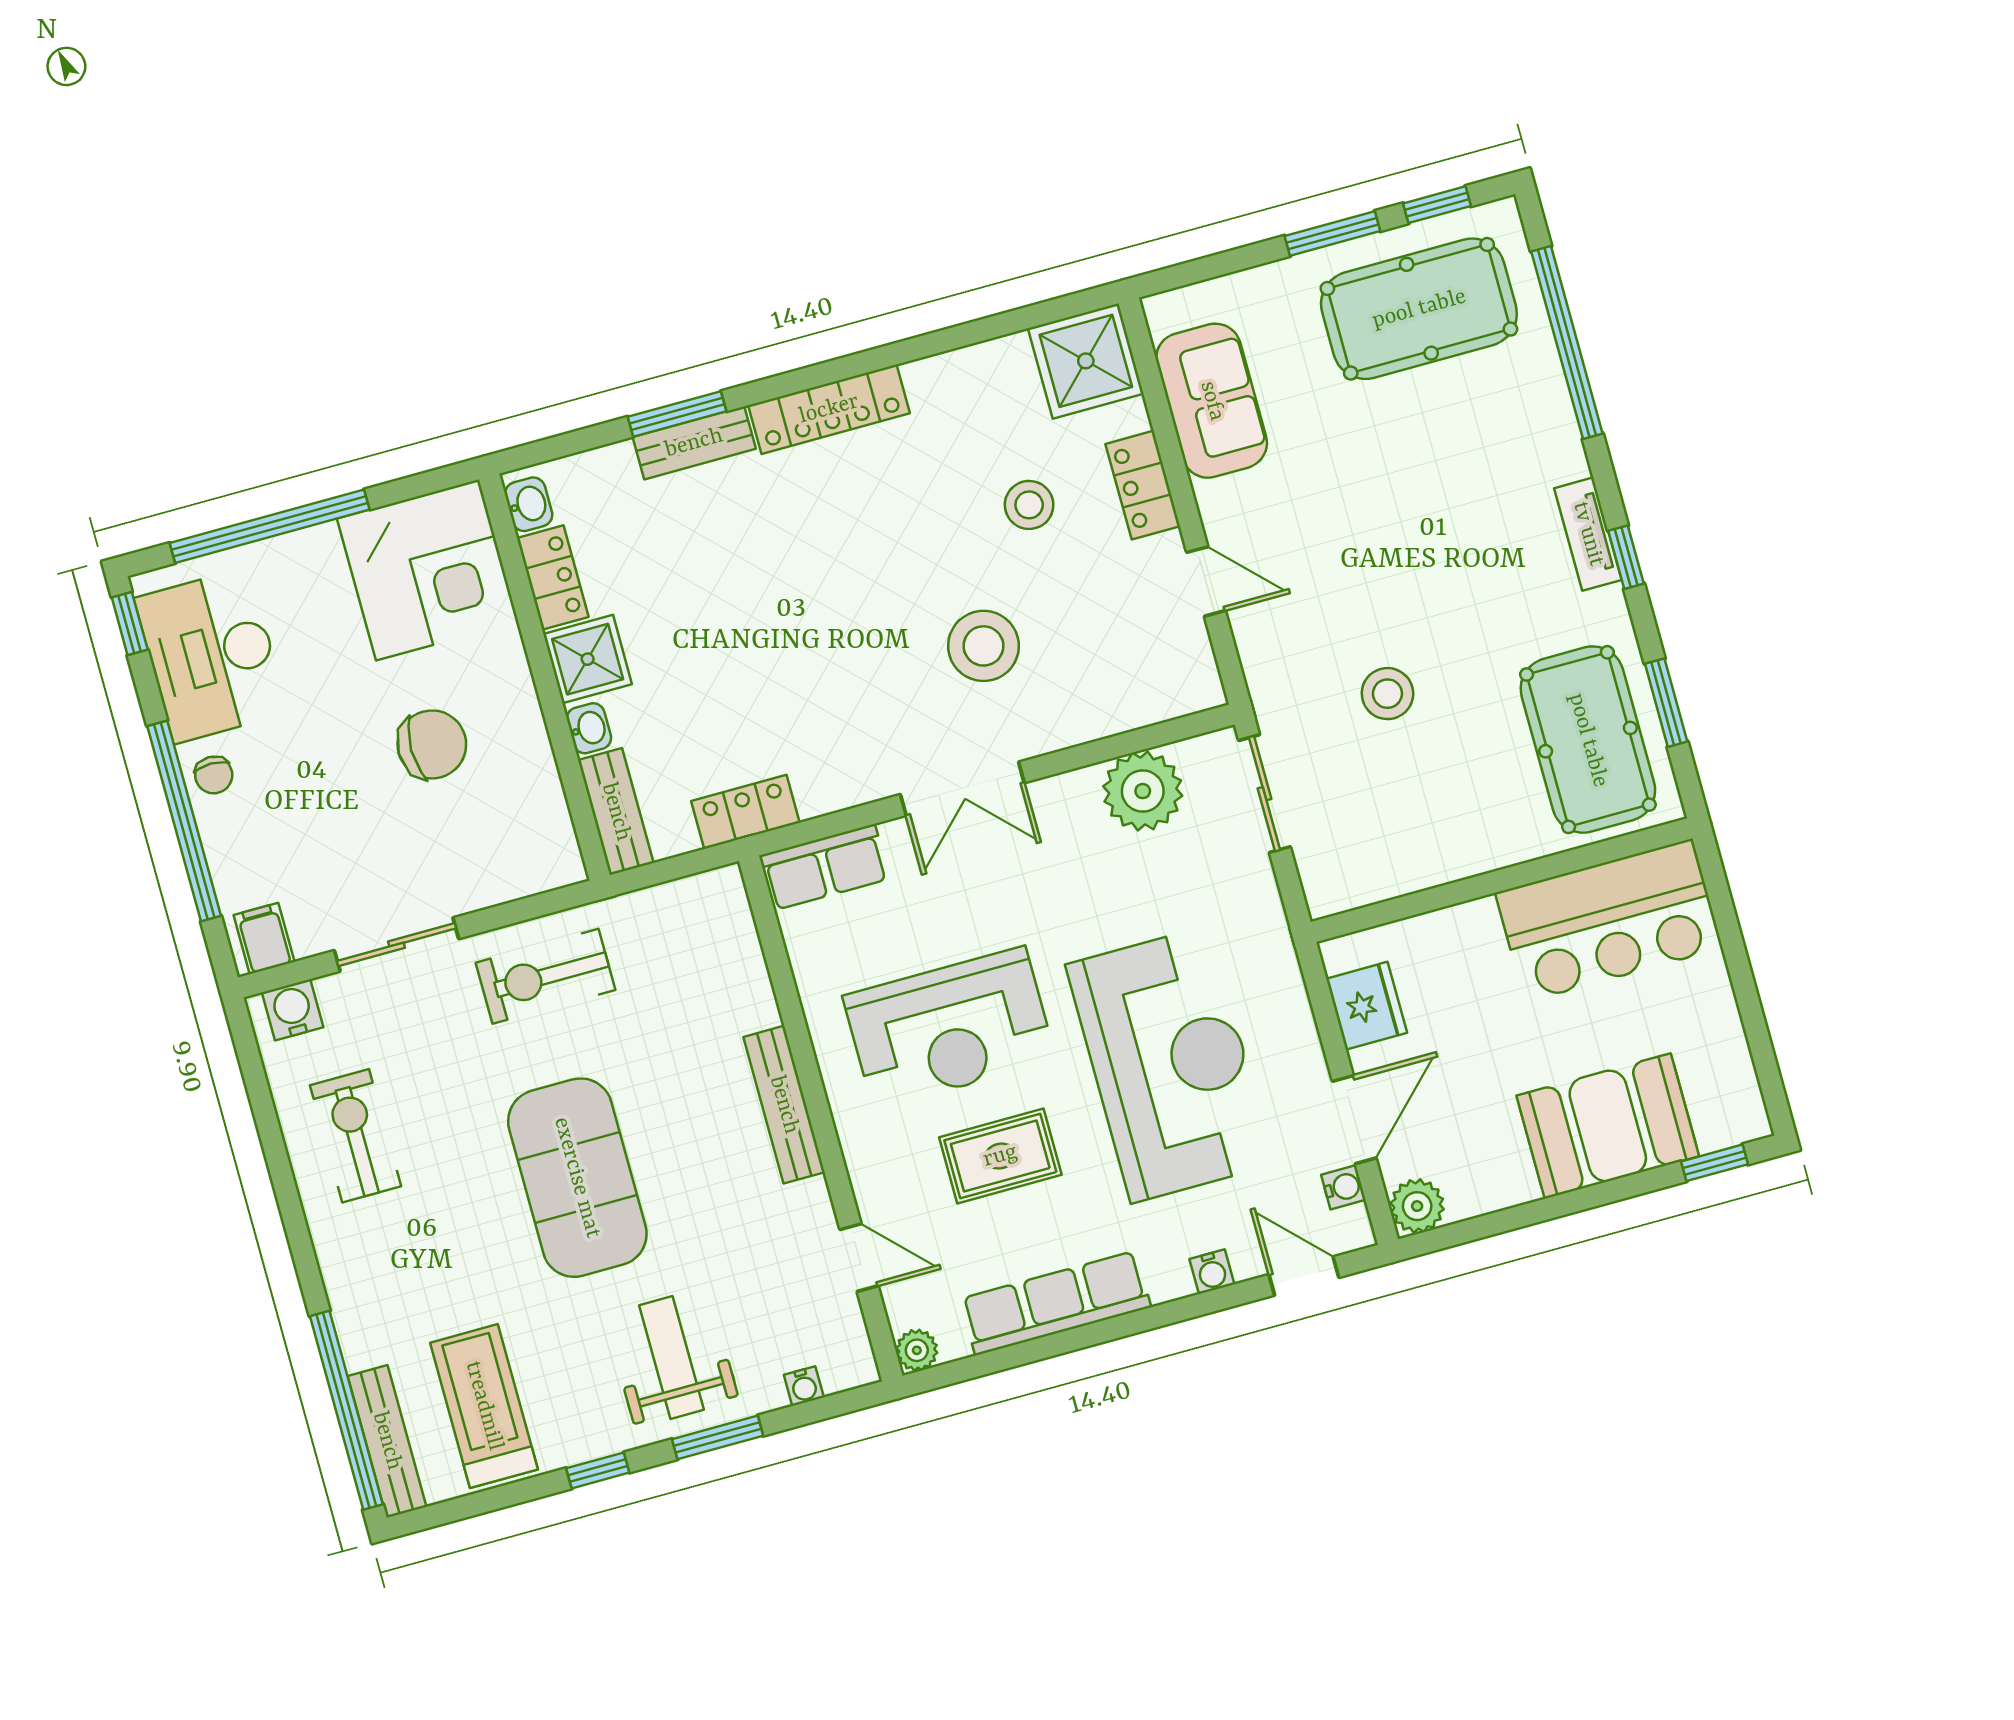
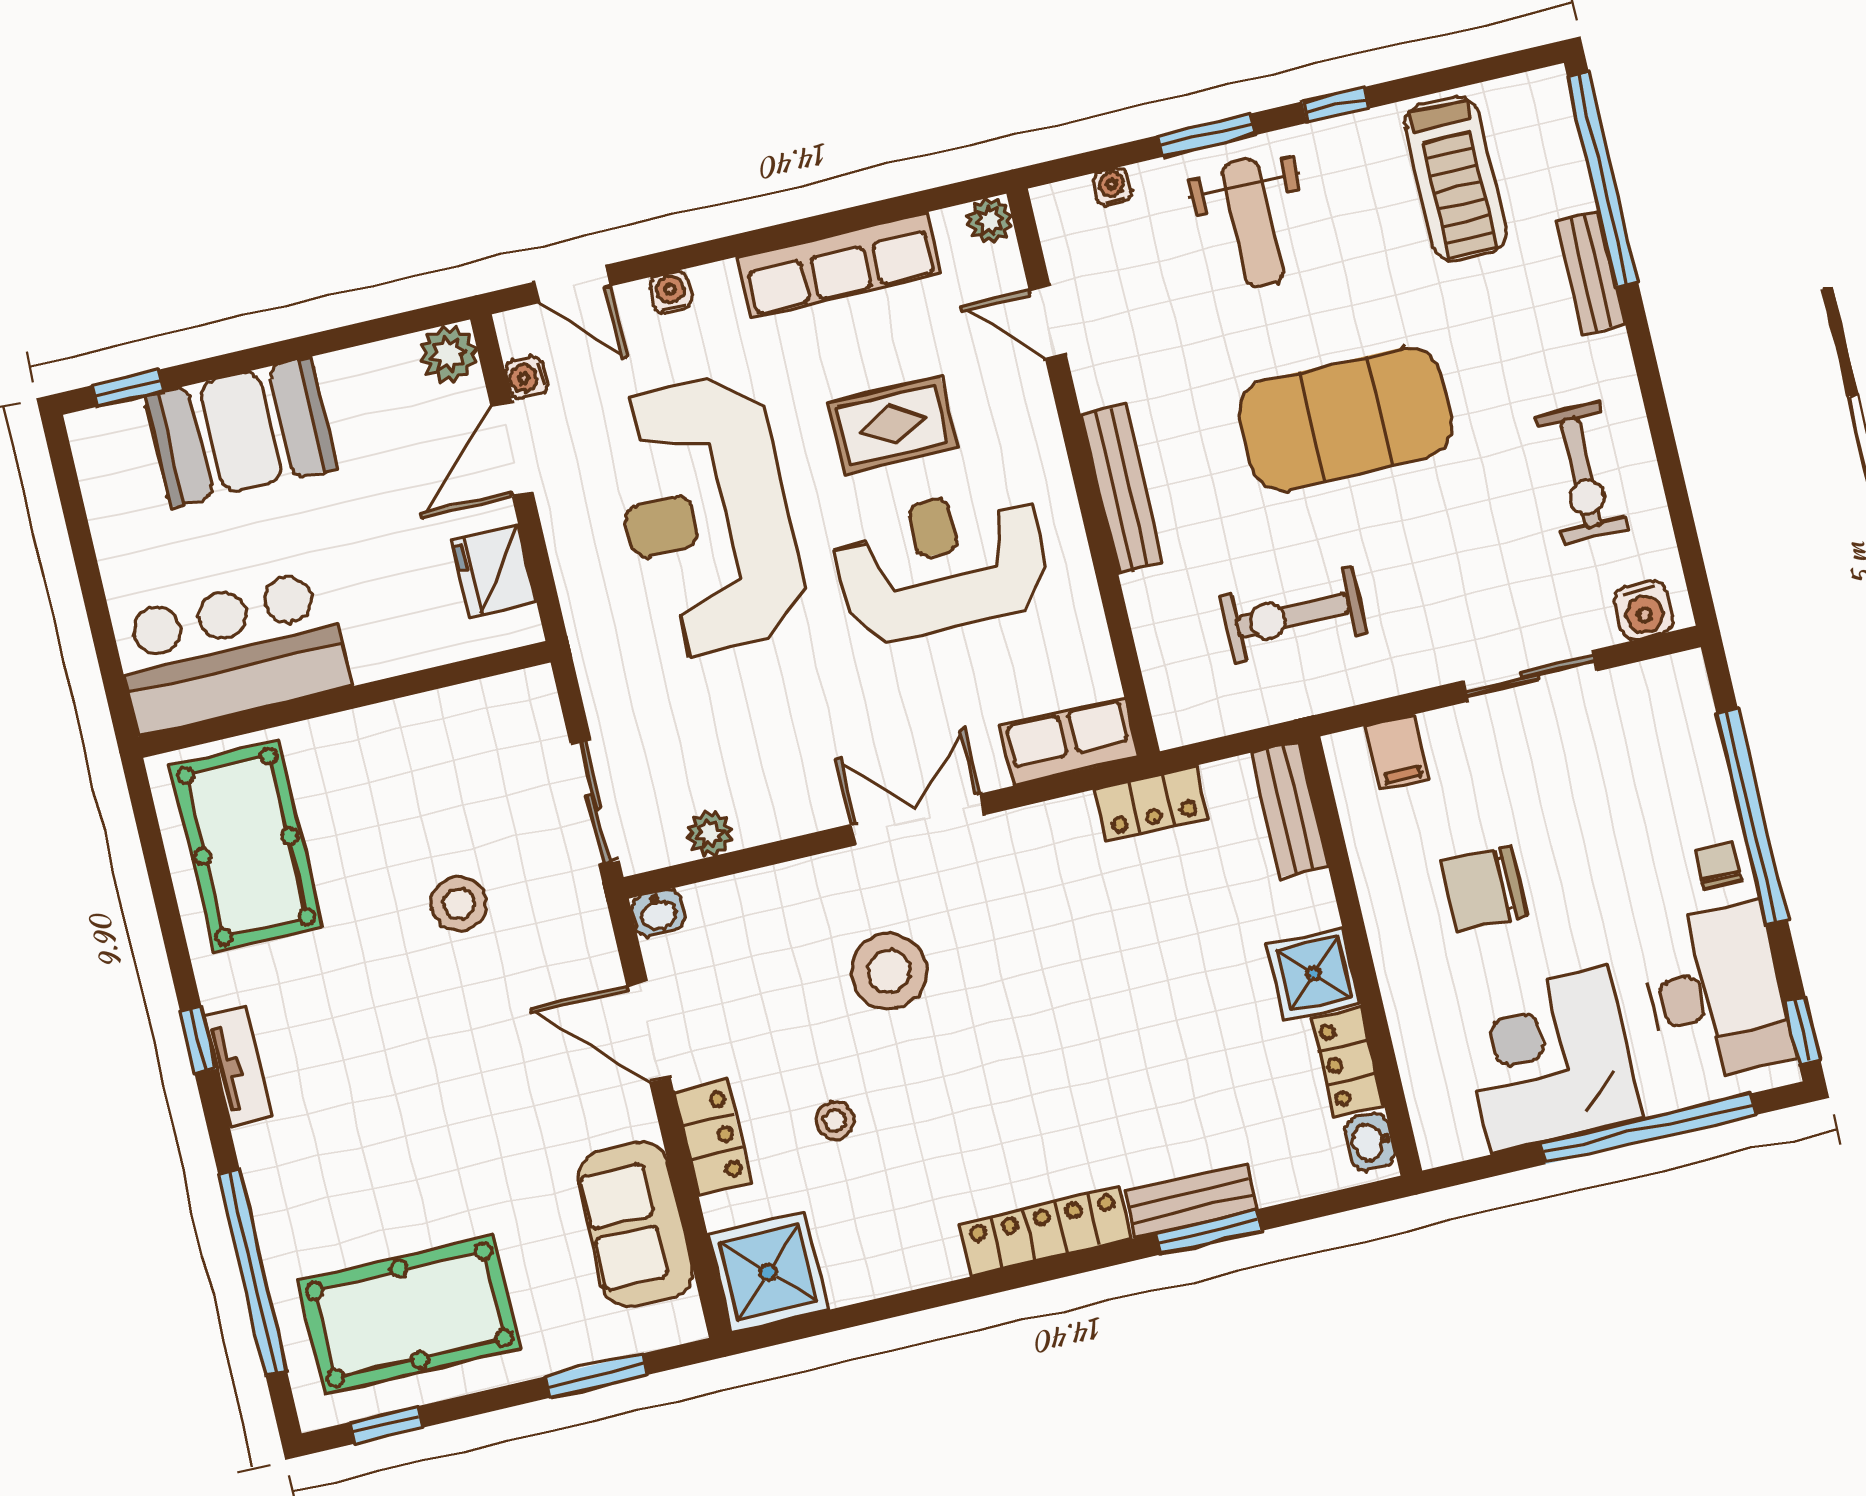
window: (1332, 233) -> (597, 1376), moved
stool: (1029, 505) -> (835, 1120), width x0.73, depth x0.73
corner desk: (428, 570) -> (1549, 1060), moved
door: (1206, 581) -> (649, 1031), width x1.38
window: (1666, 703) -> (161, 883), removed
washbasin: (589, 728) -> (658, 913), moved, turned -90
plant: (1143, 791) -> (710, 834), width x0.53, depth x0.53
filing cabinet: (264, 938) -> (1398, 752), moved
exercise bike: (546, 976) -> (1293, 615), moved, turned 180
exercise mat: (577, 1178) -> (1346, 419), turned 90
bench: (387, 1441) -> (1590, 273), moved, width x0.73

